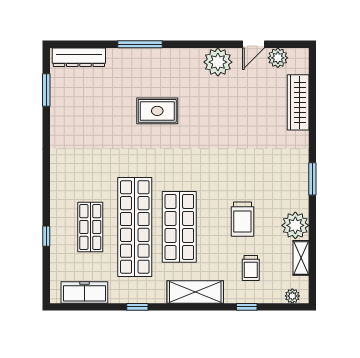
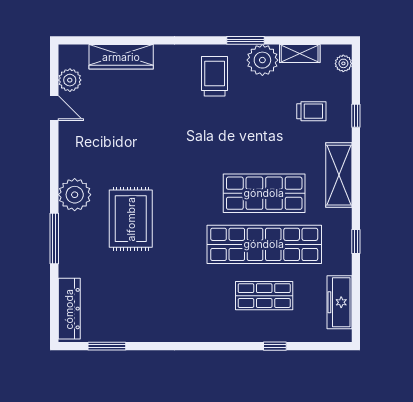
plant: (218, 62) -> (75, 195), moved
rug: (157, 111) -> (131, 219), width x1.36, depth x1.43
window: (312, 179) -> (245, 40), moved
trolley: (242, 219) -> (215, 76), moved, turned -90

